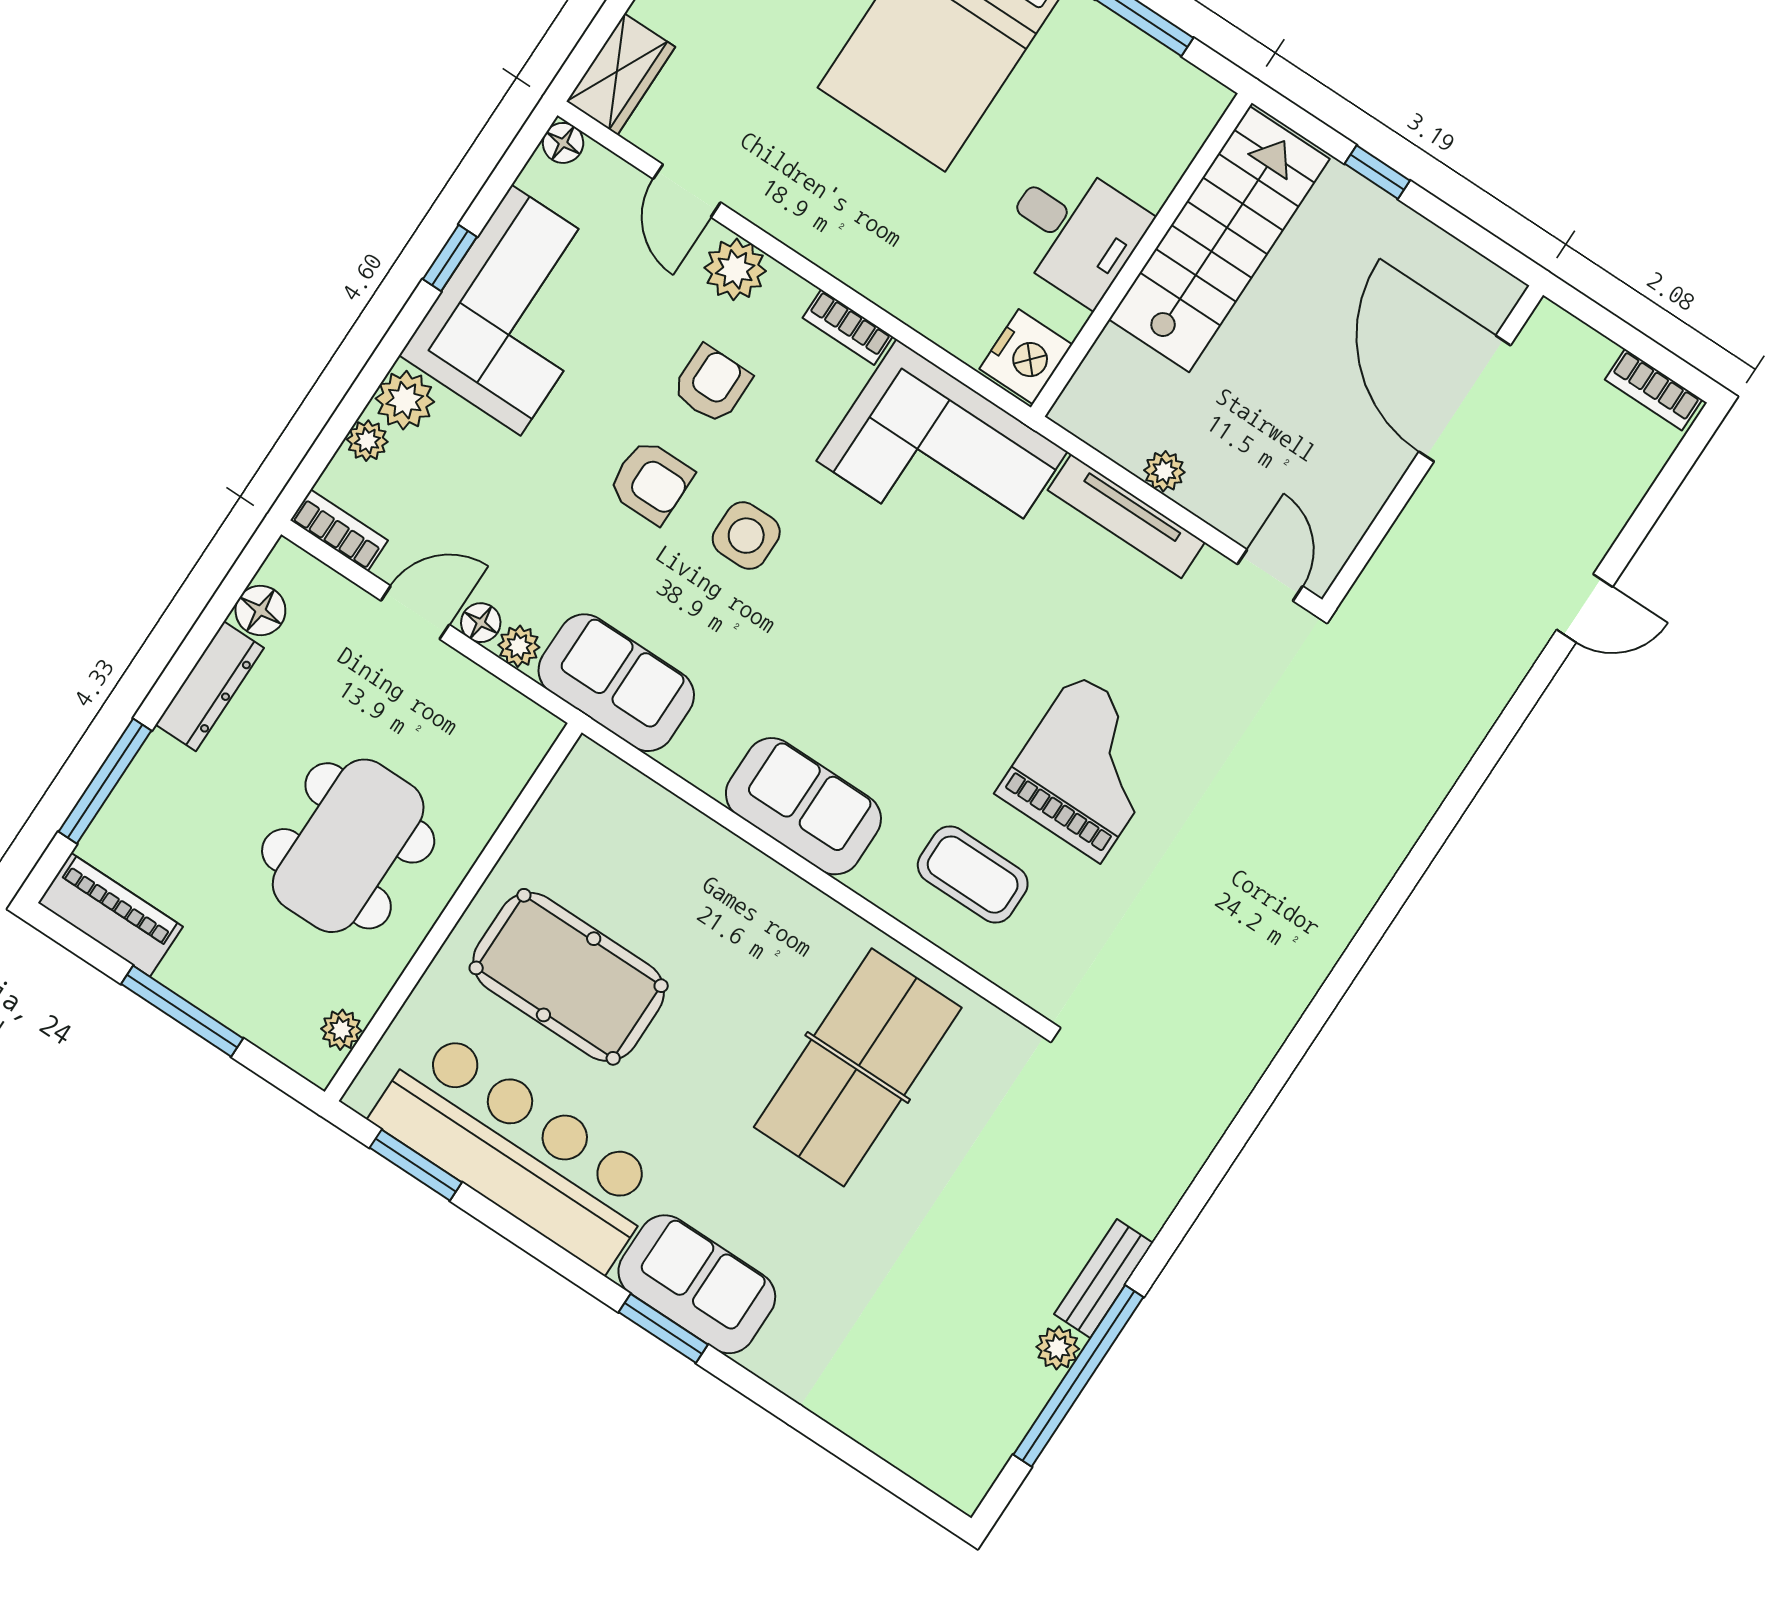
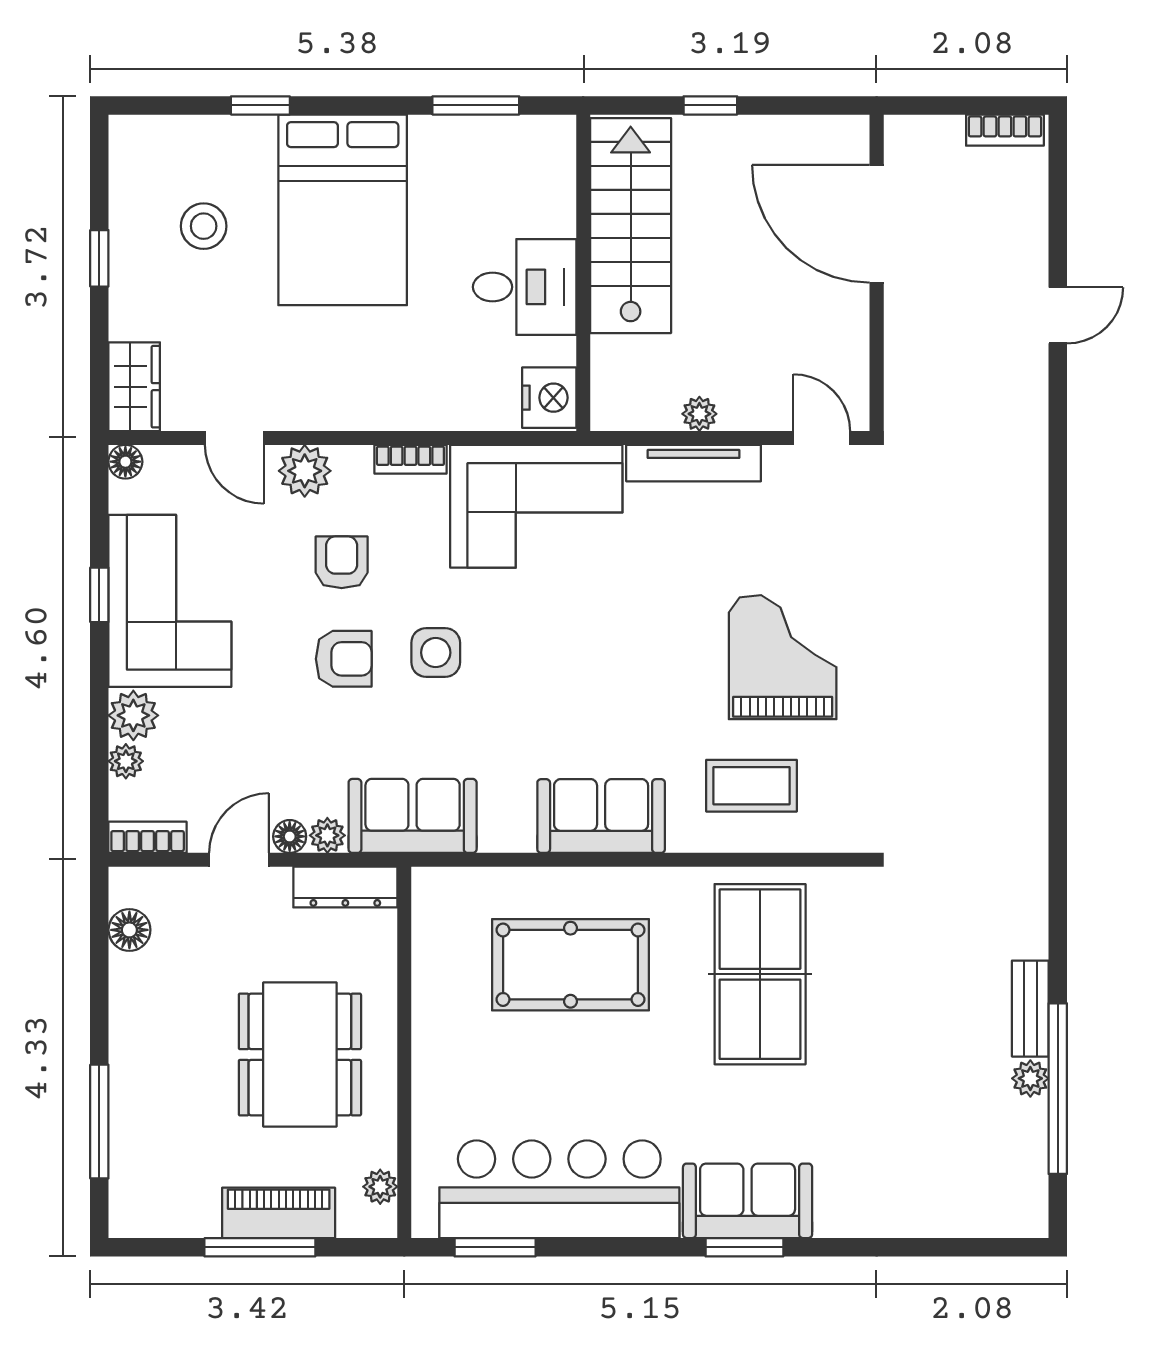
dresser: (210, 686) -> (345, 887), moved, turned 90
piano: (110, 915) -> (279, 1213), moved
pool table: (569, 977) -> (570, 965), moved

